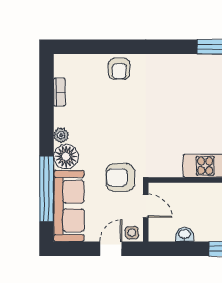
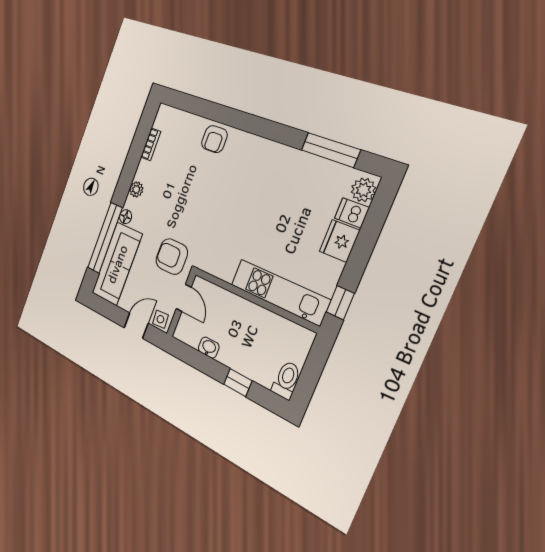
floor lamp: (66, 157) -> (126, 217), width x0.53, depth x0.53

